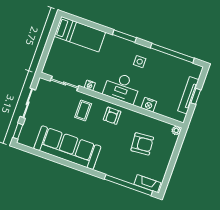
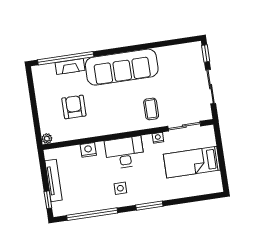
bed: (80, 34) -> (192, 162), moved
window: (196, 96) -> (48, 200), moved
armchair: (112, 116) -> (119, 119), removed
armchair: (142, 144) -> (74, 107), turned 95
sofa: (67, 148) -> (122, 67), moved
fireplace: (147, 184) -> (70, 67), moved

